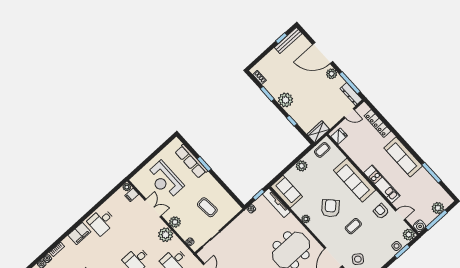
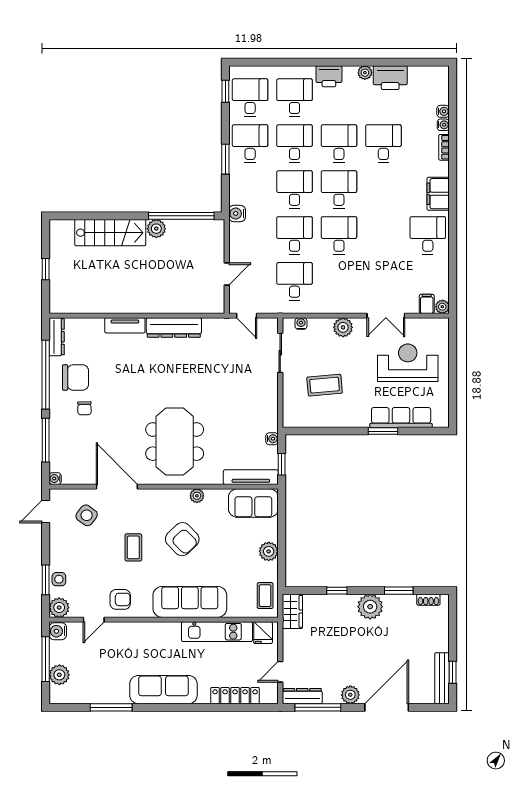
kitchen unit: (382, 184) -> (217, 632), moved
plant: (166, 235) -> (338, 301), removed

